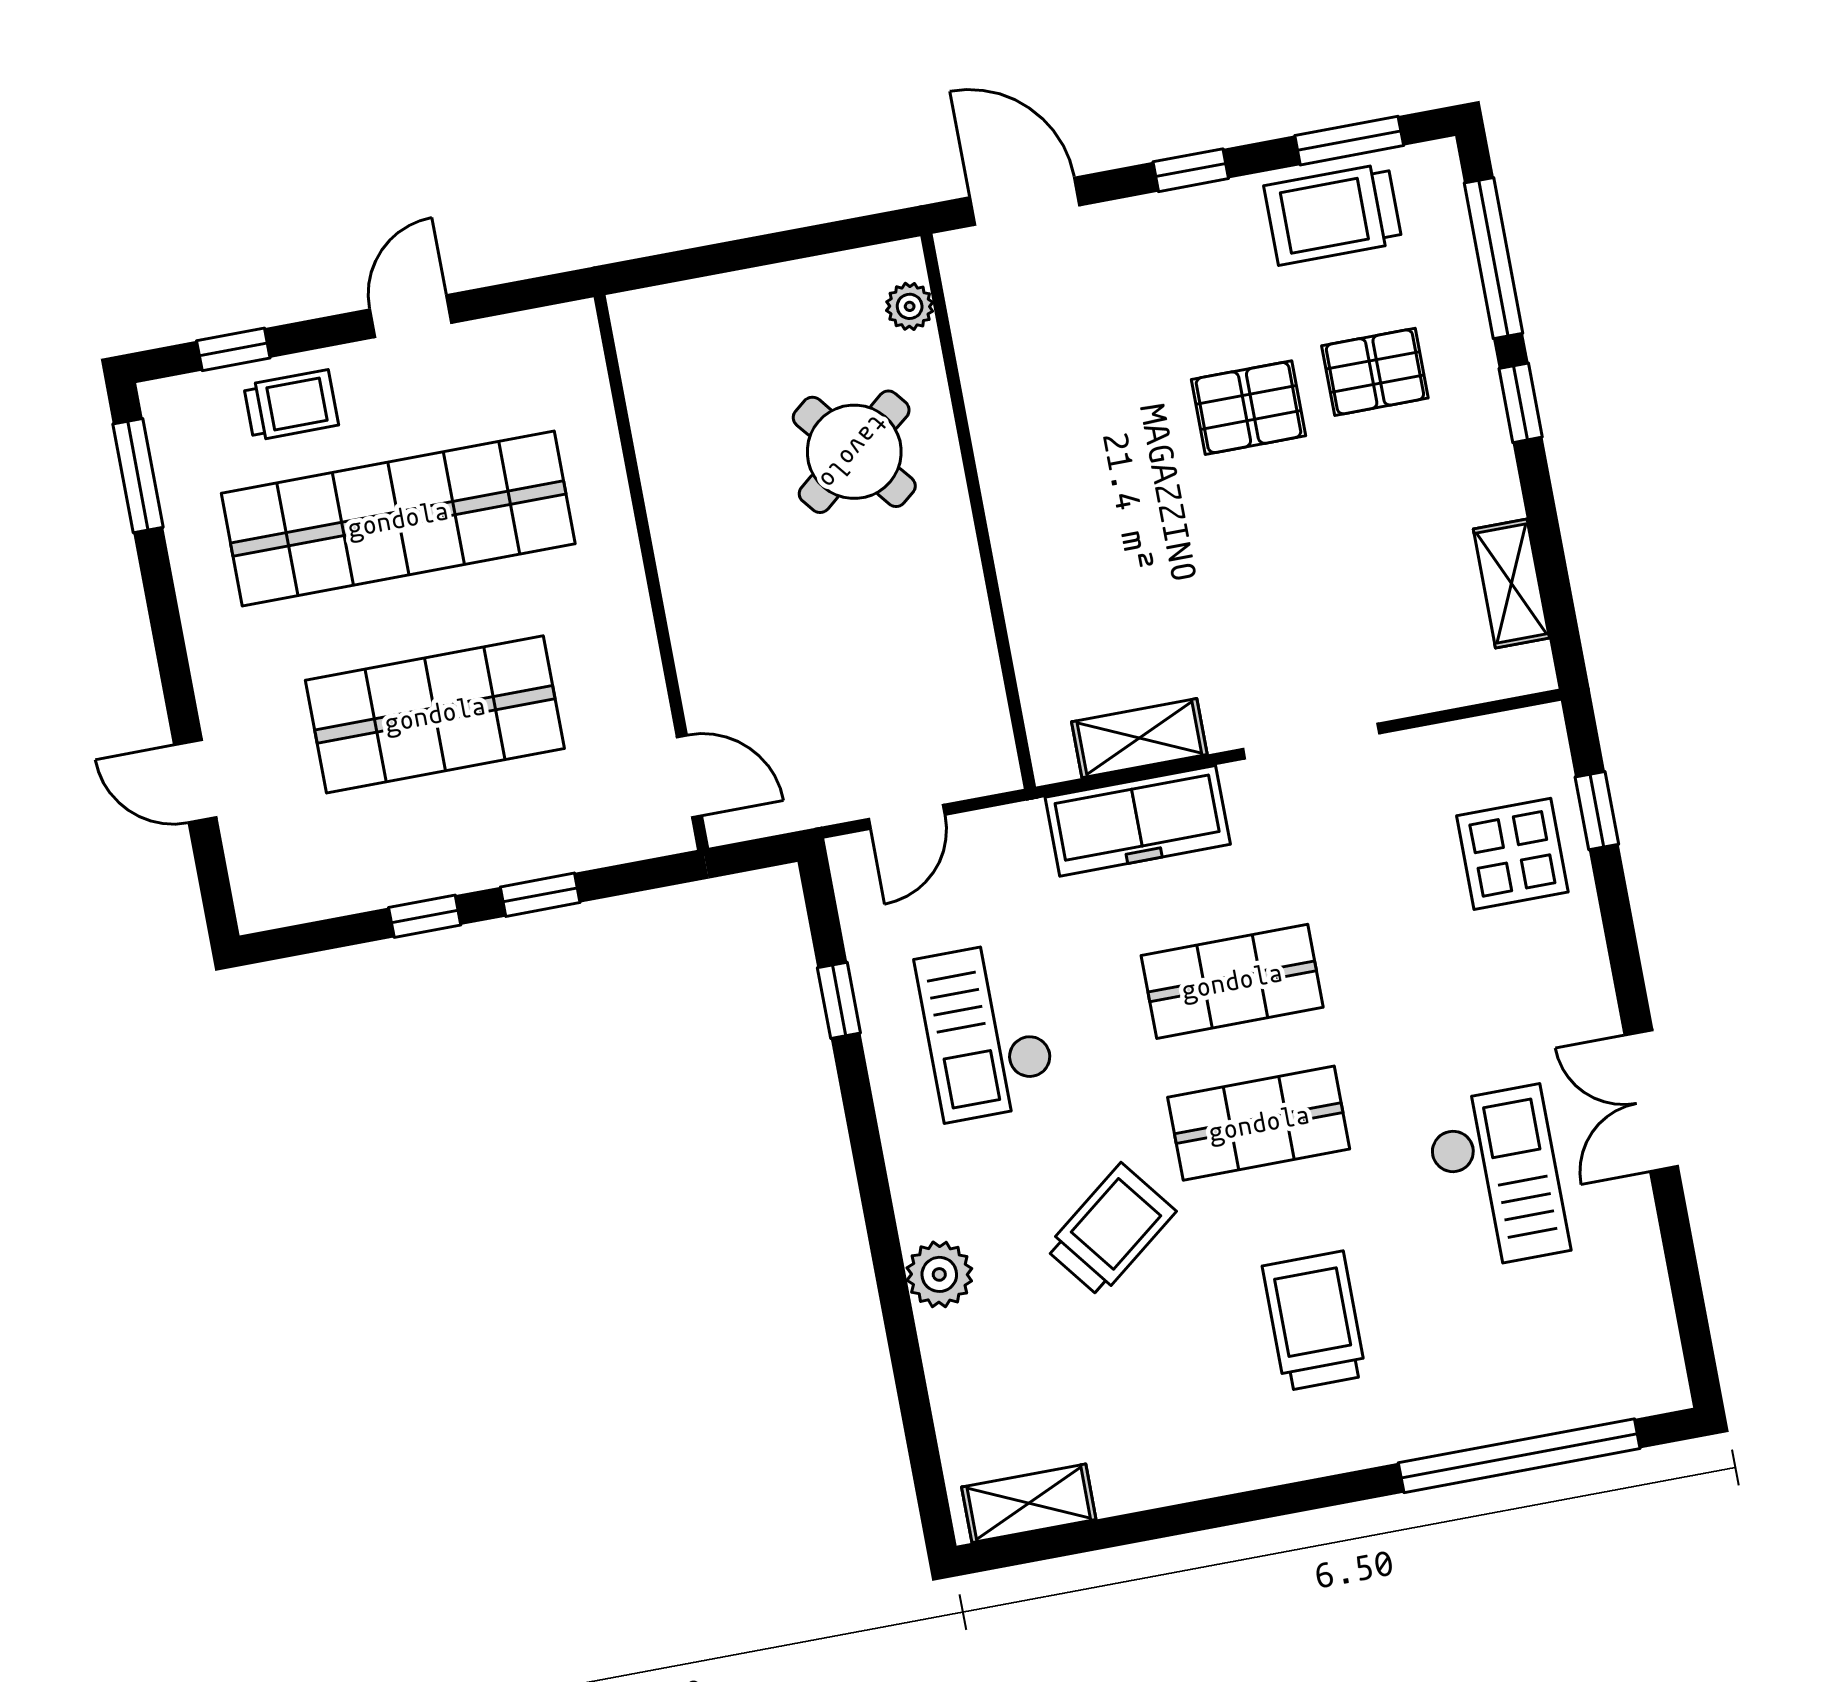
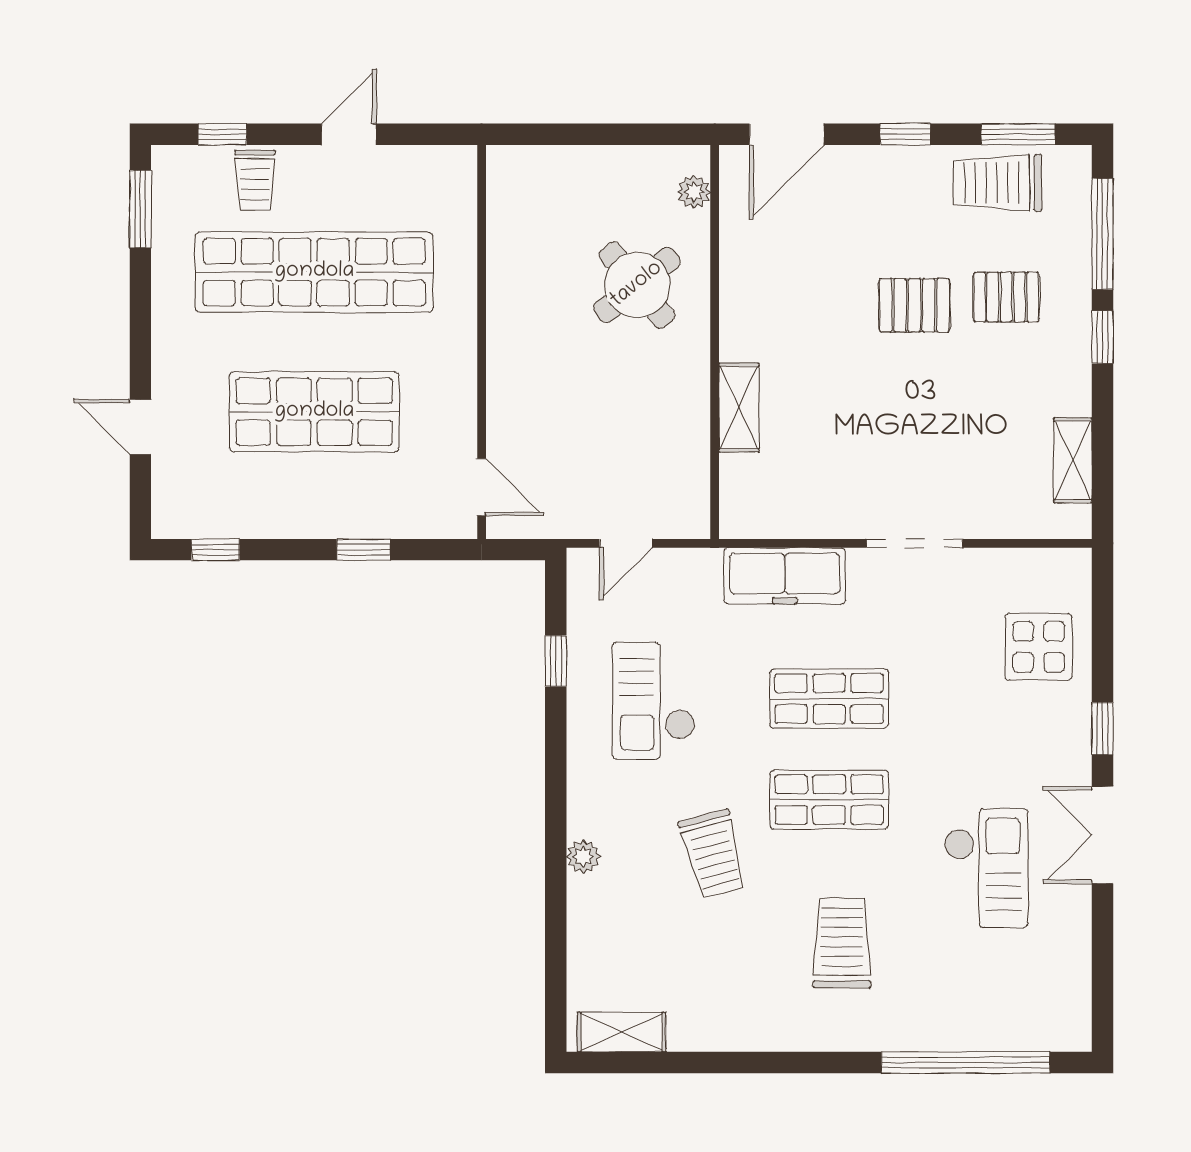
door: (1025, 201) -> (787, 134), swing flipped
trolley: (291, 405) -> (255, 180), turned 90
shelving: (1139, 738) -> (739, 408), moved, turned 90
window: (1597, 811) -> (1102, 729), moved
window: (425, 916) -> (216, 550), moved
trolley: (1111, 1230) -> (713, 854), turned 113
plant: (939, 1274) -> (583, 856), width x0.73, depth x0.73

